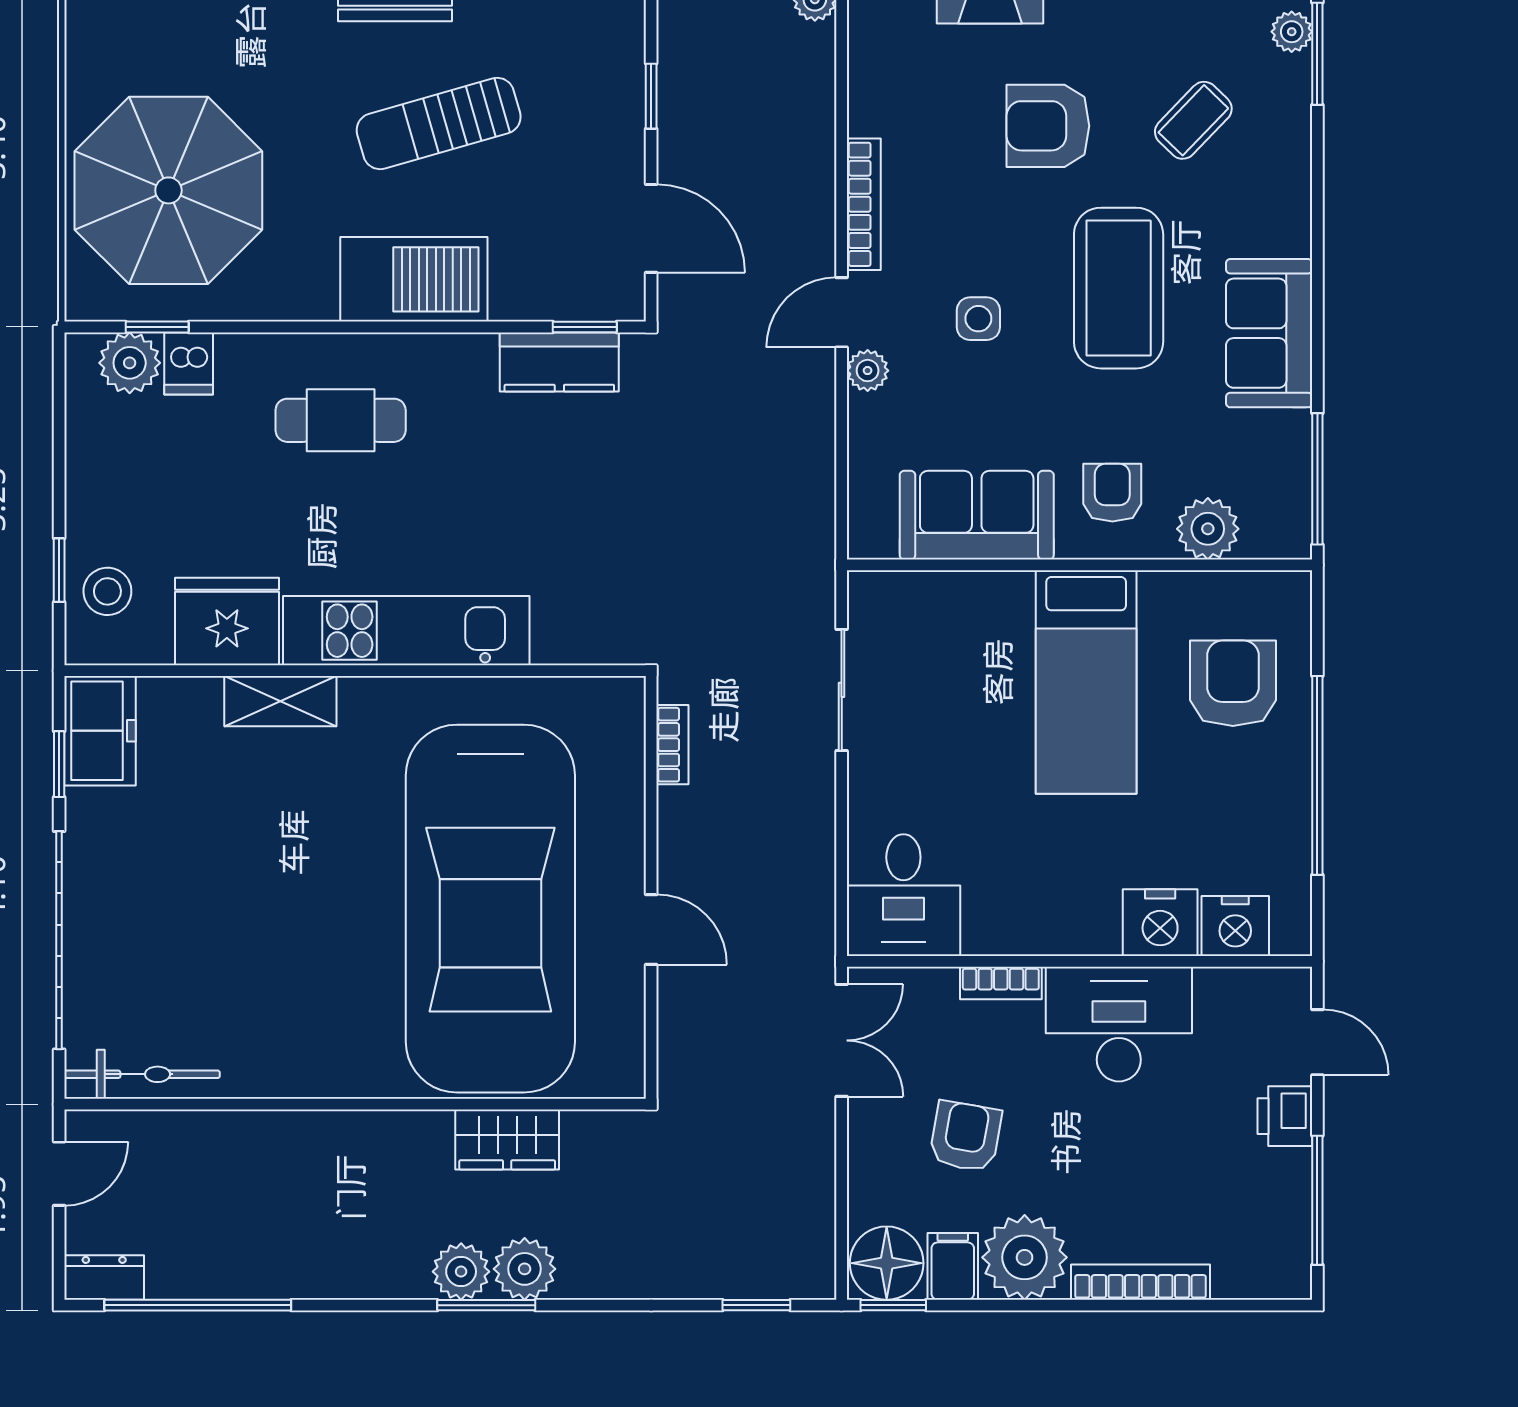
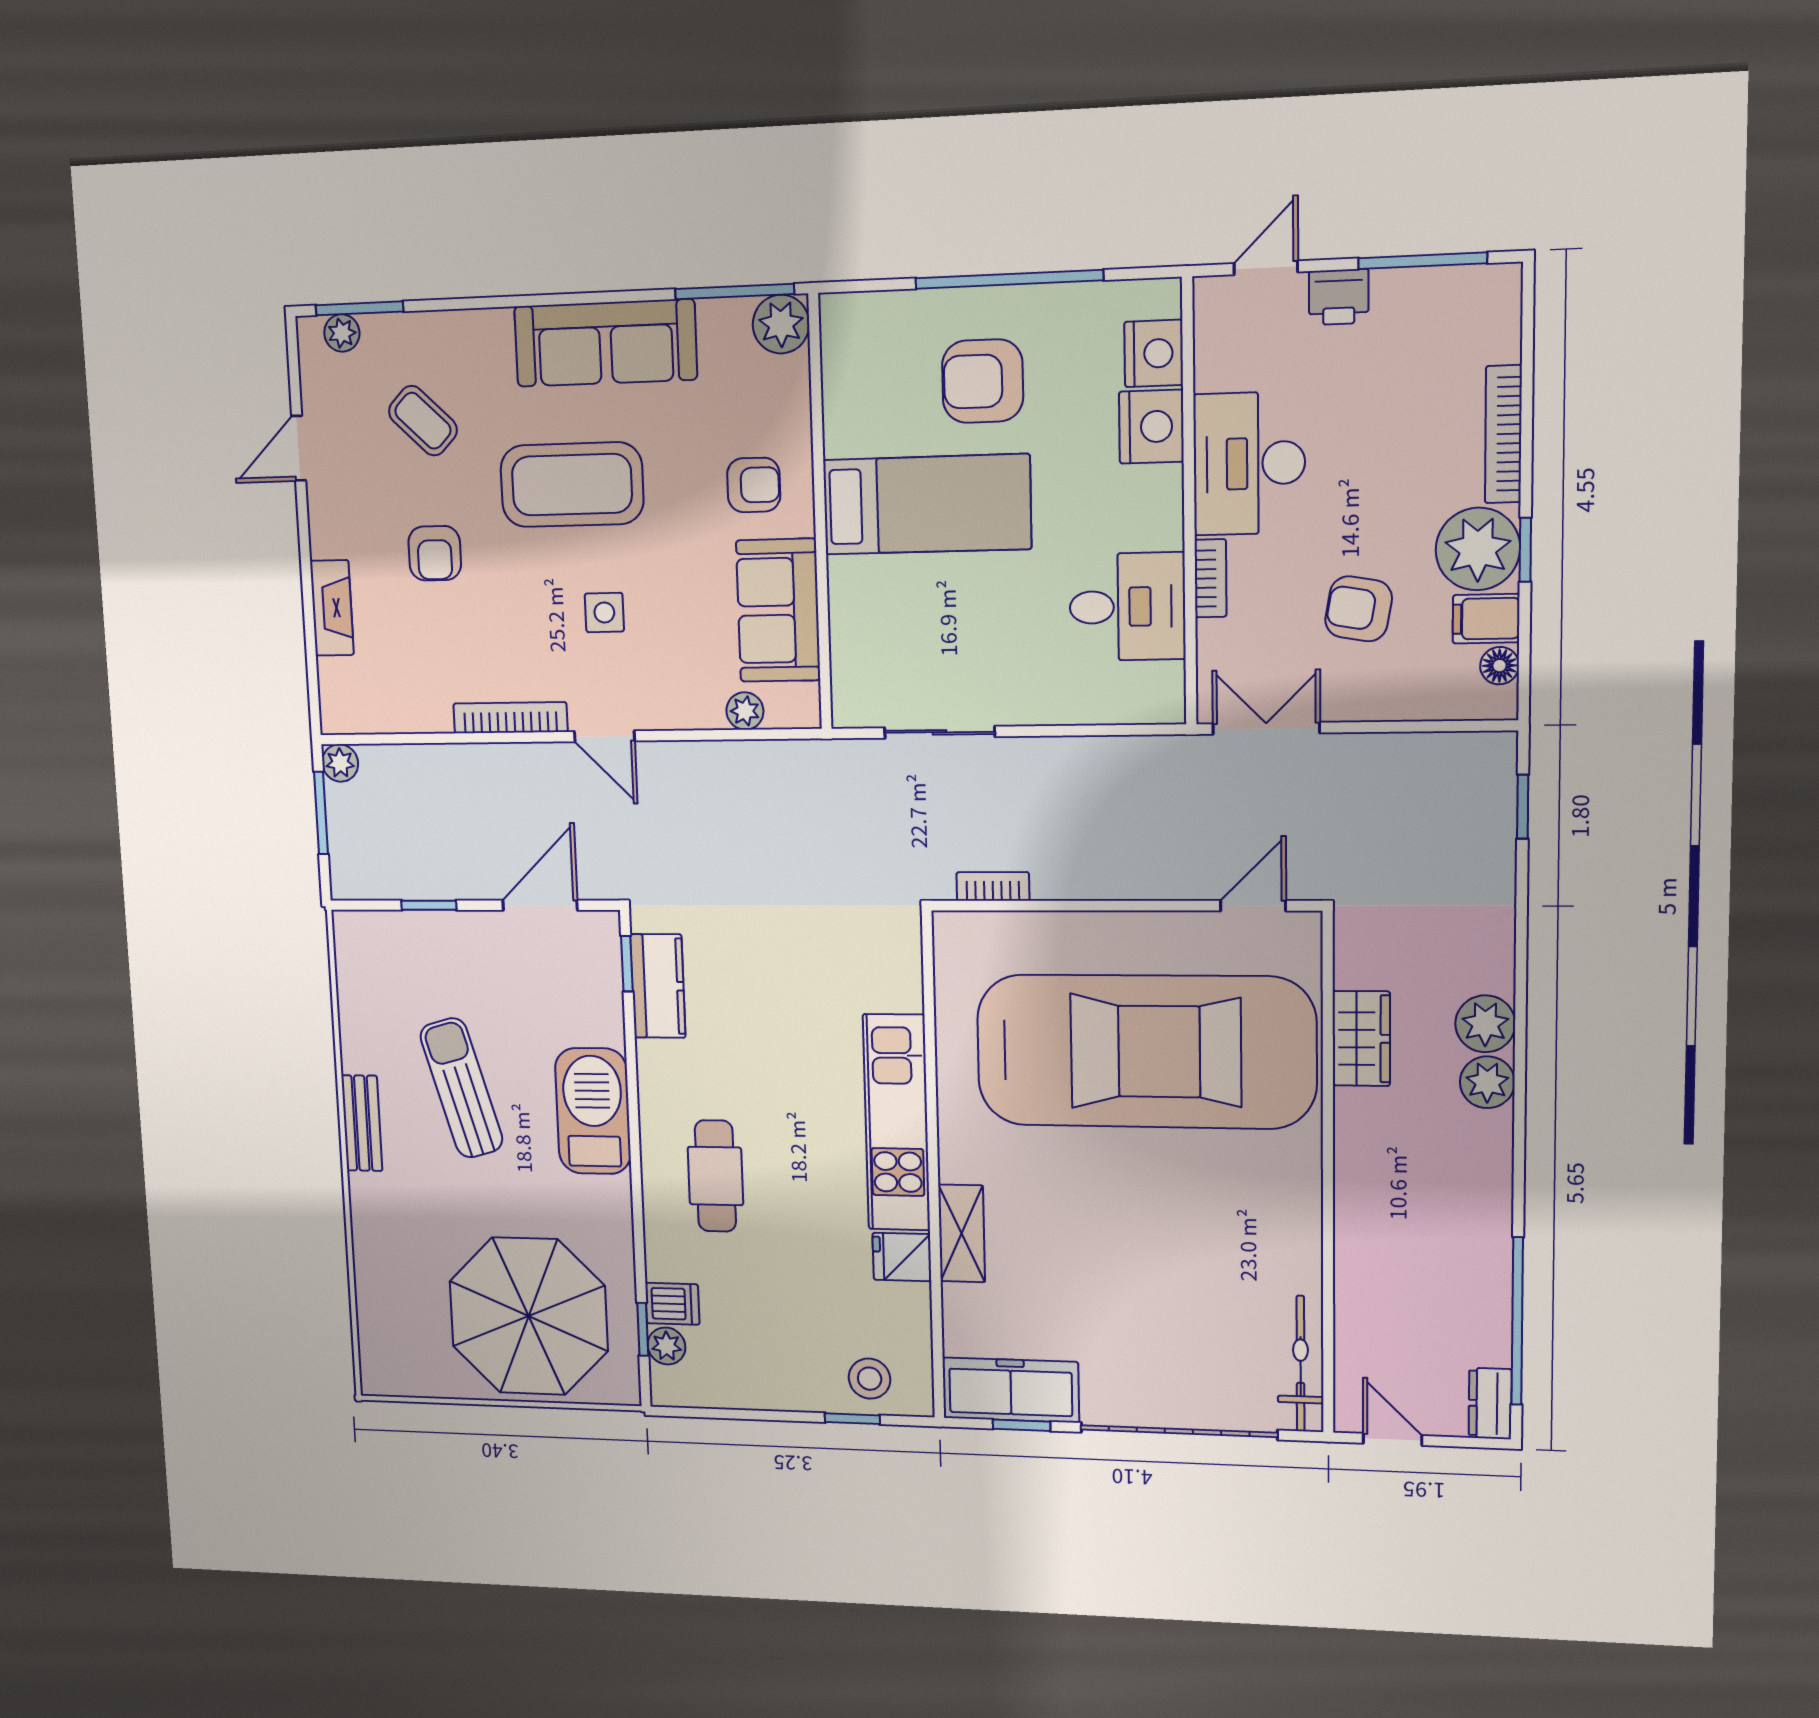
sun lounger: (439, 124) -> (461, 1088), turned 180
armchair: (1048, 126) -> (435, 553), width x0.72, depth x0.72
sofa: (1269, 333) -> (605, 343), width x1.36
plant: (130, 363) -> (667, 1346), width x0.73, depth x0.73
plant: (868, 371) -> (745, 711), moved
armchair: (1112, 493) -> (754, 485), turned 180
plant: (1208, 529) -> (781, 324), moved
fridge: (227, 621) -> (902, 1257), width x0.53, depth x0.75
armchair: (1233, 683) -> (983, 381), moved
freezer: (100, 731) -> (1011, 1390), width x1.40
desk: (903, 895) -> (1127, 607), moved
door: (651, 929) -> (1253, 906), moved
floor lamp: (887, 1263) -> (1500, 666), width x0.53, depth x0.53
window: (486, 1305) -> (1520, 1059), removed
window: (893, 1305) -> (1525, 550), moved

